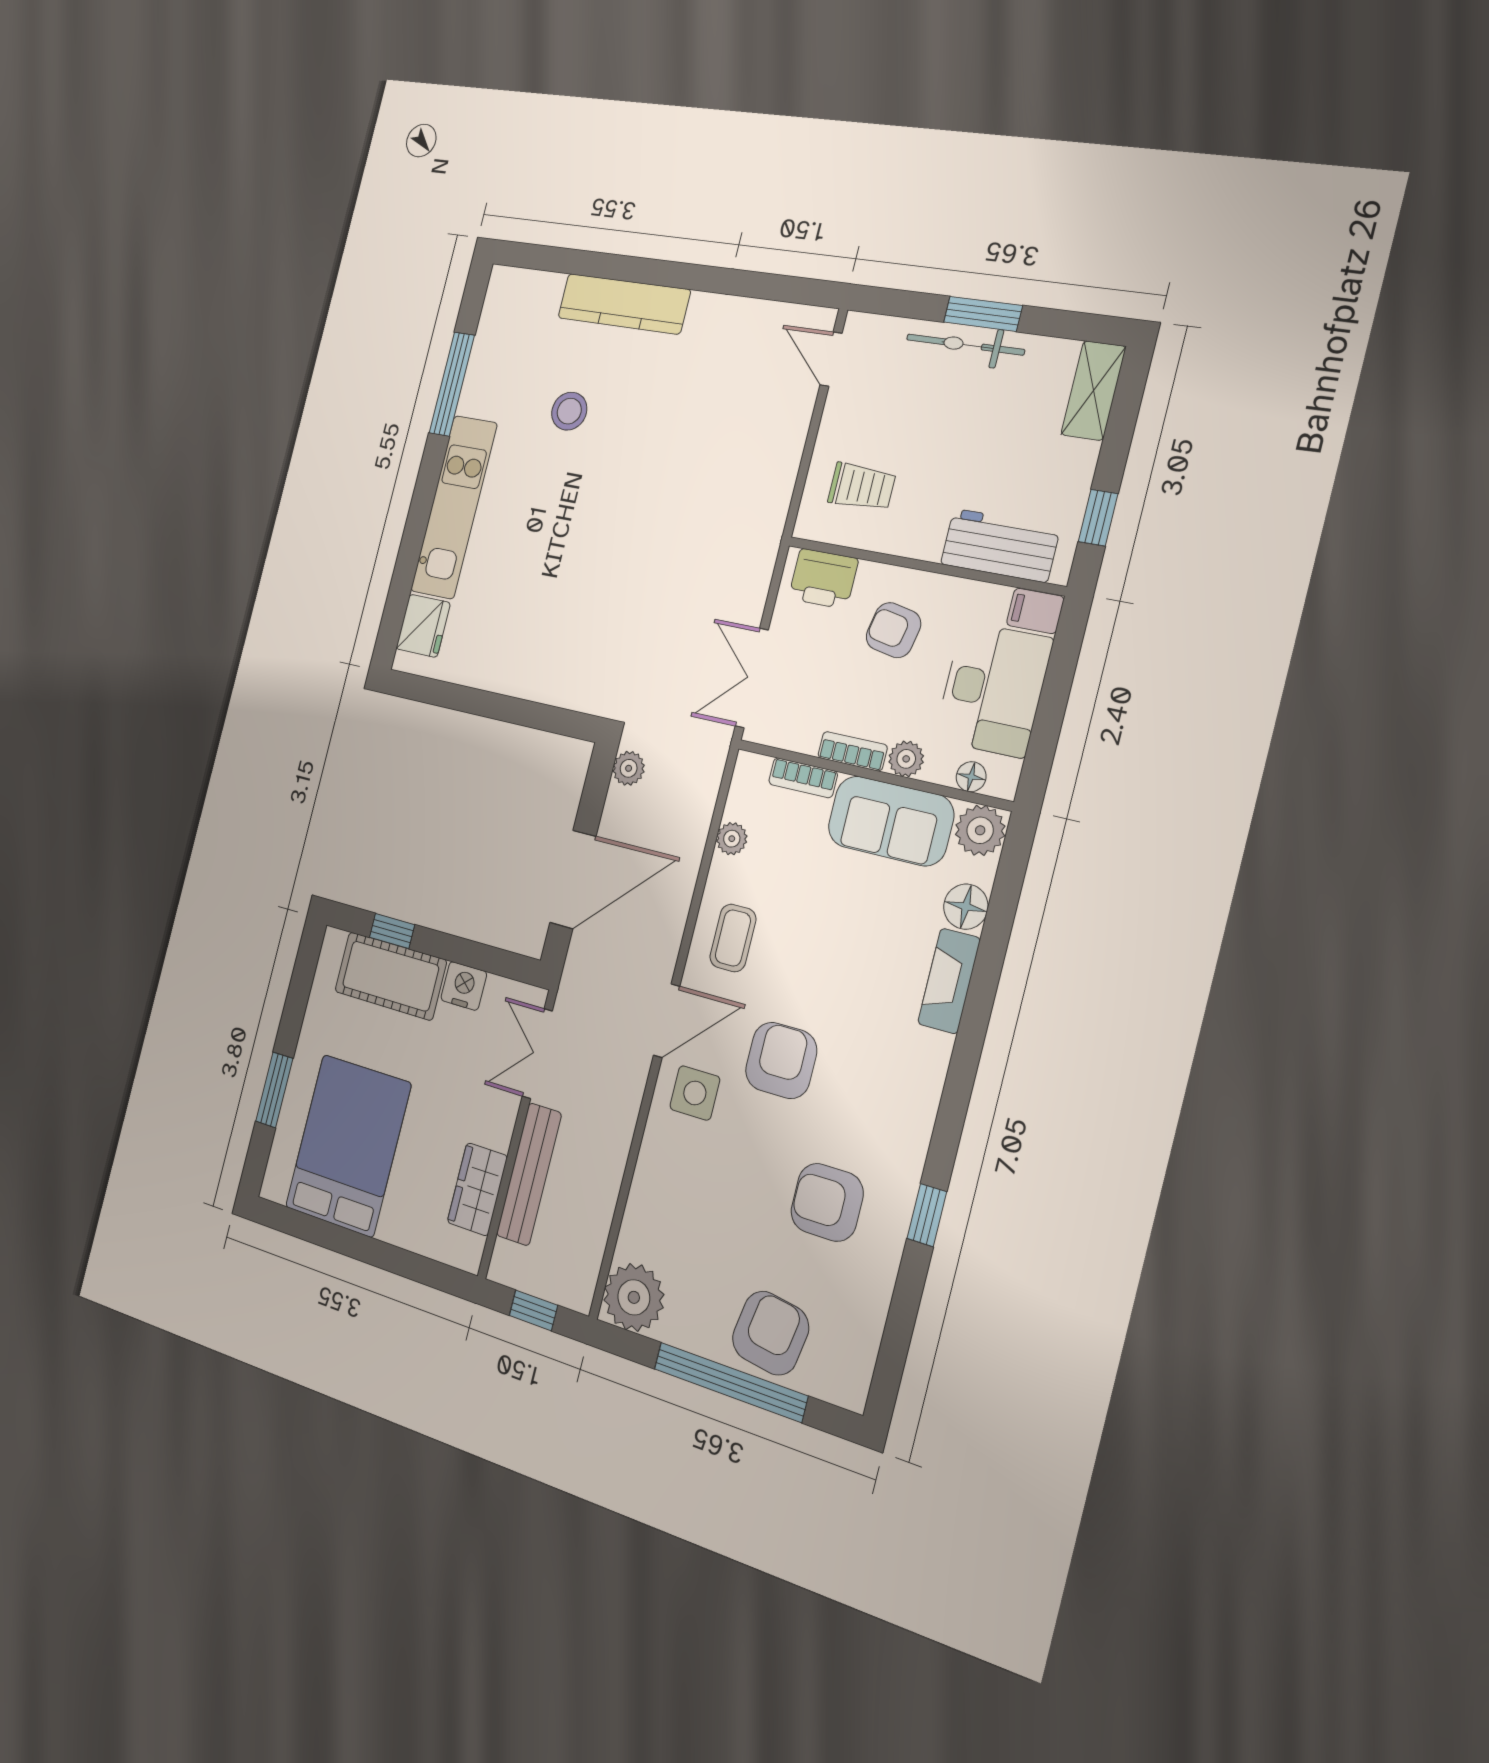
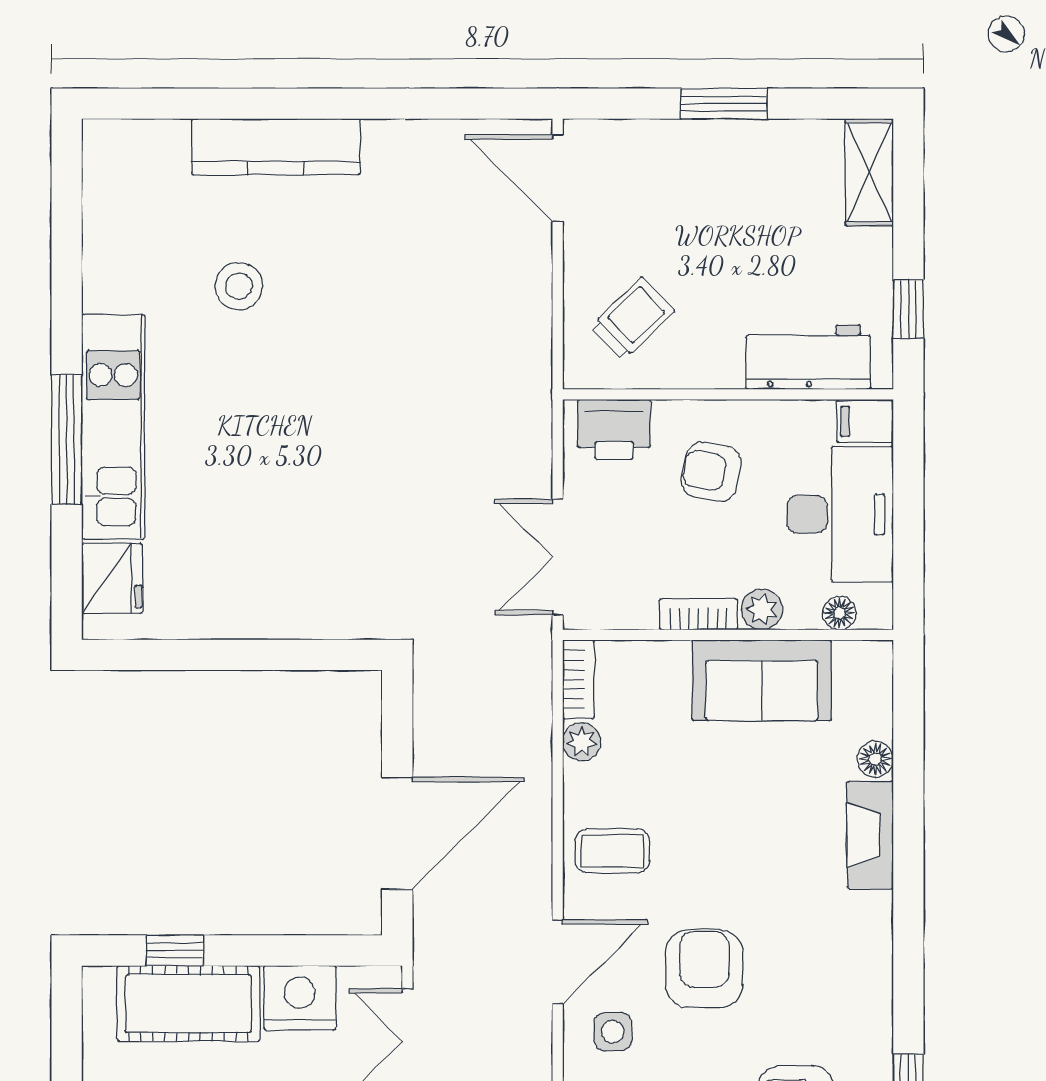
bicycle: (965, 345) -> (712, 141), removed
door: (831, 359) -> (558, 178), width x1.38
window: (452, 384) -> (67, 440), moved
trolley: (862, 487) -> (633, 318), turned -44
plant: (629, 768) -> (433, 691), removed
bookcase: (803, 778) -> (578, 679), moved, turned -90
plant: (980, 830) -> (864, 668), removed
floor lamp: (966, 907) -> (875, 759), width x0.73, depth x0.73
coffee table: (733, 938) -> (612, 851), turned 90
nightstand: (464, 986) -> (300, 998), width x1.36, depth x1.33
side table: (695, 1093) -> (613, 1032), width x0.73, depth x0.73

